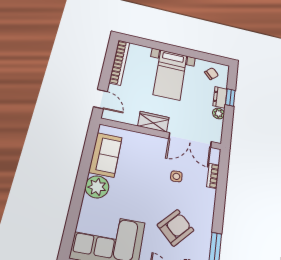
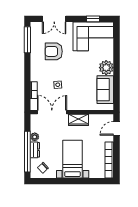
window: (230, 97) -> (27, 152), width x3.17
door: (100, 99) -> (116, 128), hinge flipped
armchair: (176, 228) -> (54, 51), turned 47

